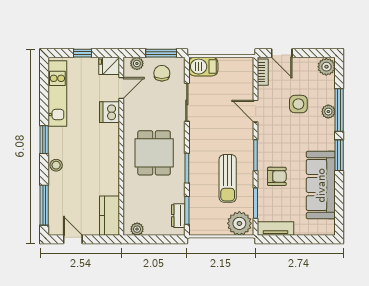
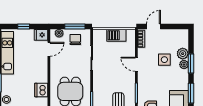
door: (282, 53) -> (154, 26), swing flipped
barbecue: (203, 67) -> (116, 35), moved
plant: (326, 67) -> (183, 54), moved
window: (339, 110) -> (191, 64), width x0.69
dishwasher: (110, 112) -> (41, 90), moved

